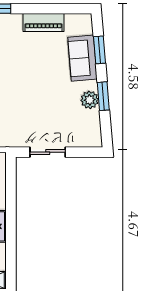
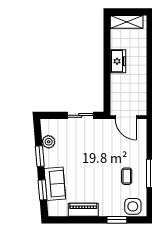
plant: (90, 100) -> (49, 142), moved

